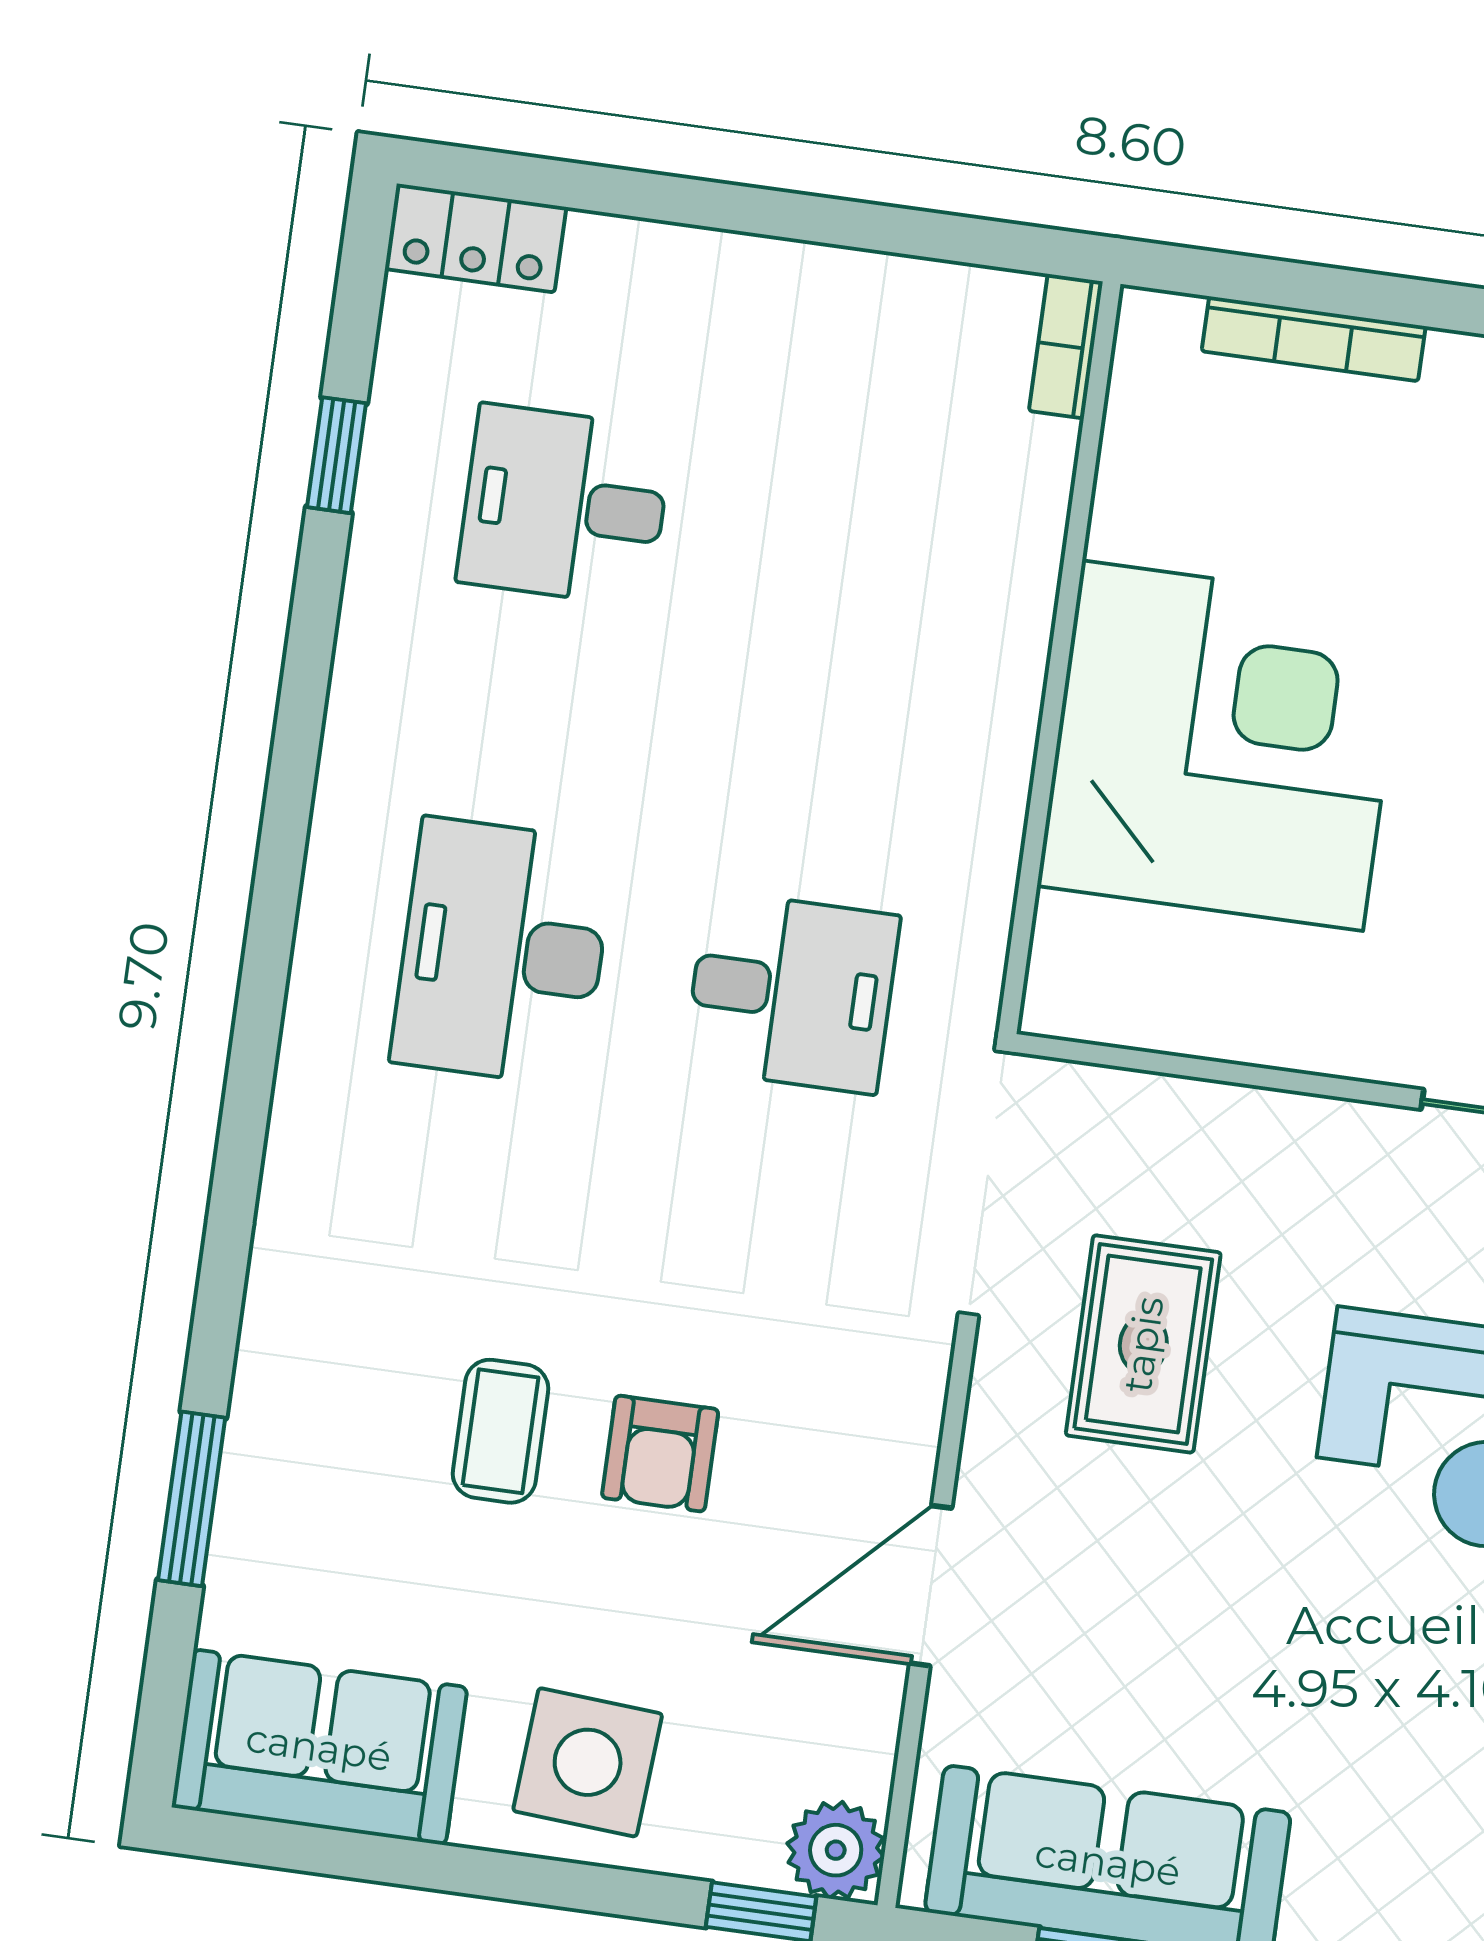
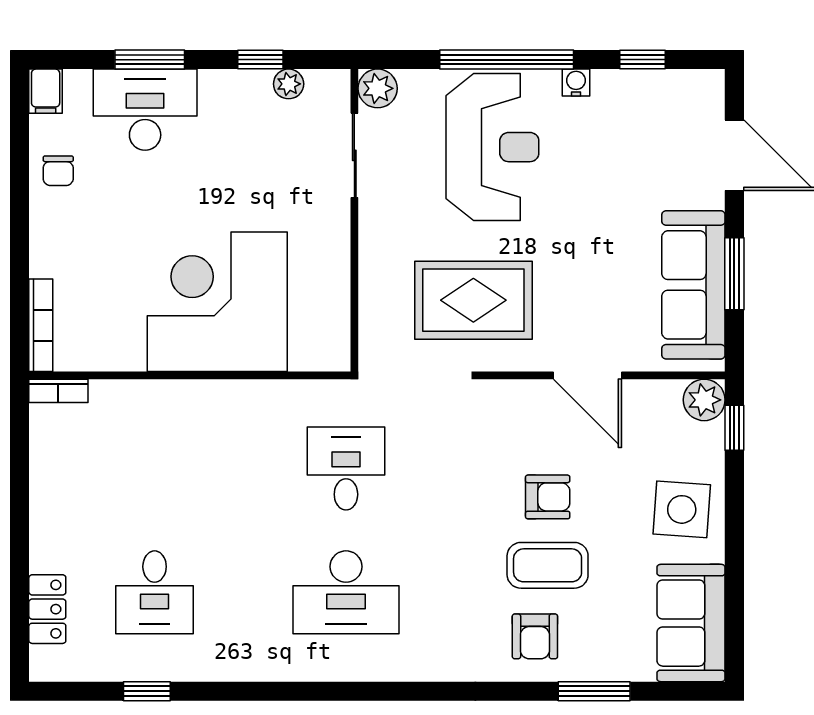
locker: (476, 238) -> (47, 609), moved
bookcase: (1314, 339) -> (41, 325), moved
rug: (1143, 1344) -> (473, 300), width x1.36, depth x1.43
armchair: (339, 1379) -> (535, 636), added
coffee table: (501, 1431) -> (548, 565), width x1.36, depth x1.30

